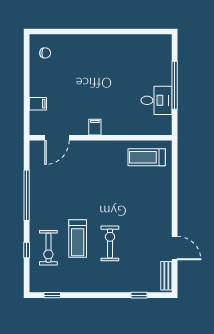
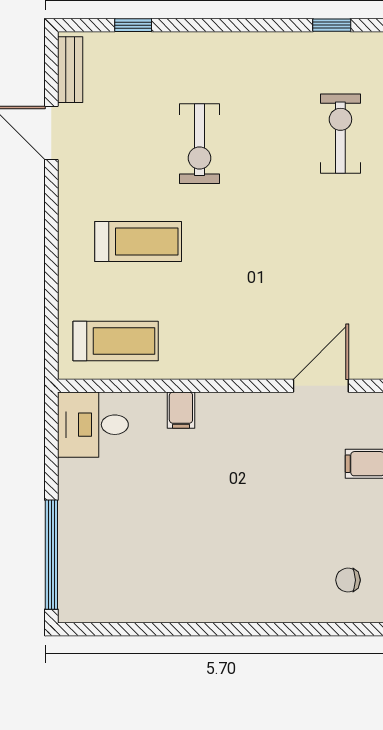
window: (175, 85) -> (51, 555), moved
desk: (156, 100) -> (93, 425), moved
filing cabinet: (95, 127) -> (181, 410), moved
treadmill: (78, 238) -> (138, 241), moved, turned 90

